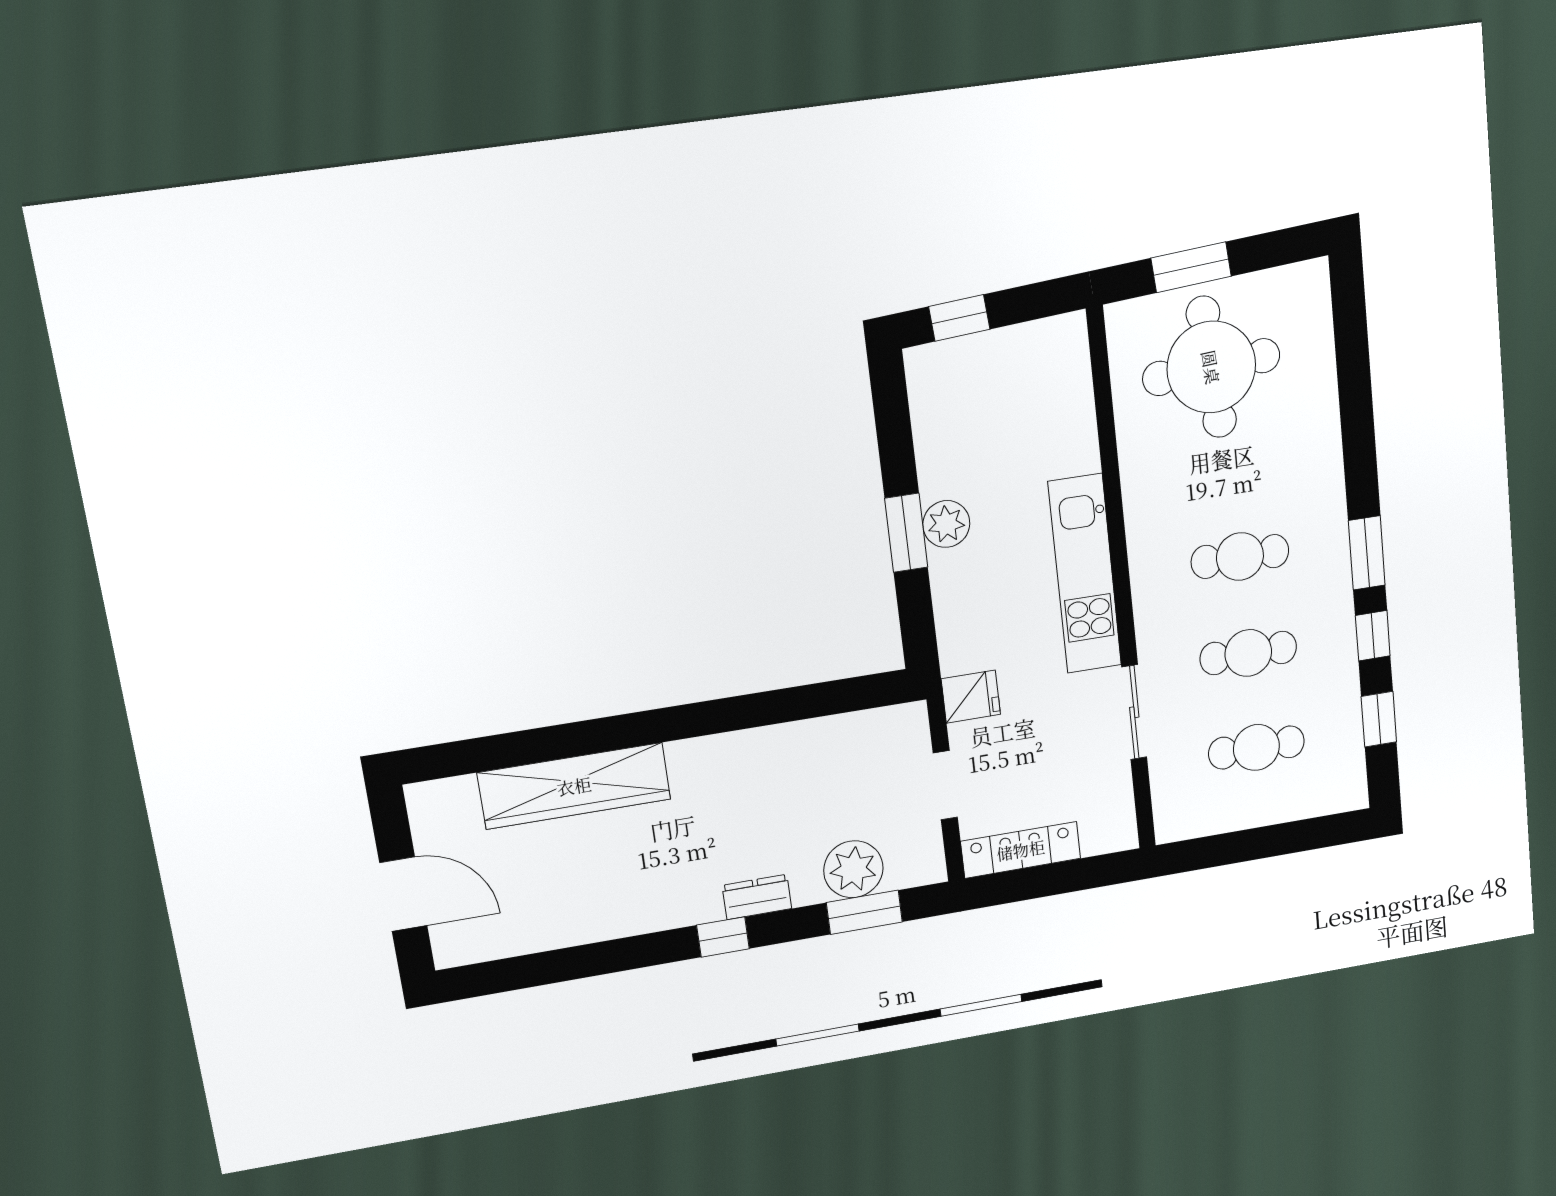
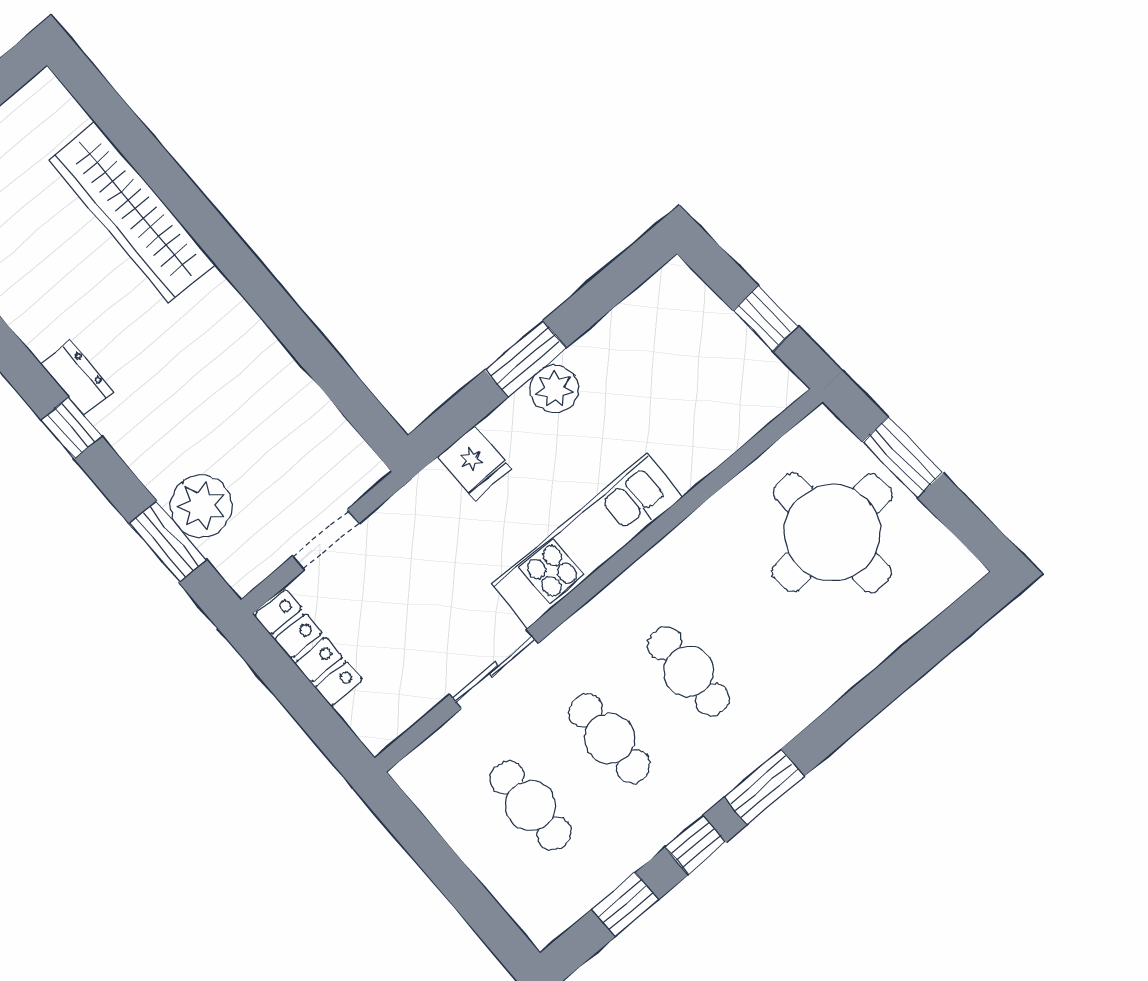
window: (959, 318) -> (766, 318), moved
fridge: (971, 697) -> (475, 463), moved
dresser: (757, 897) -> (77, 378), moved

